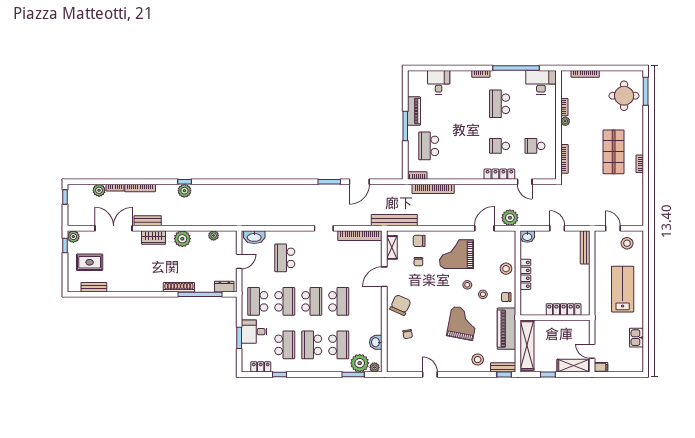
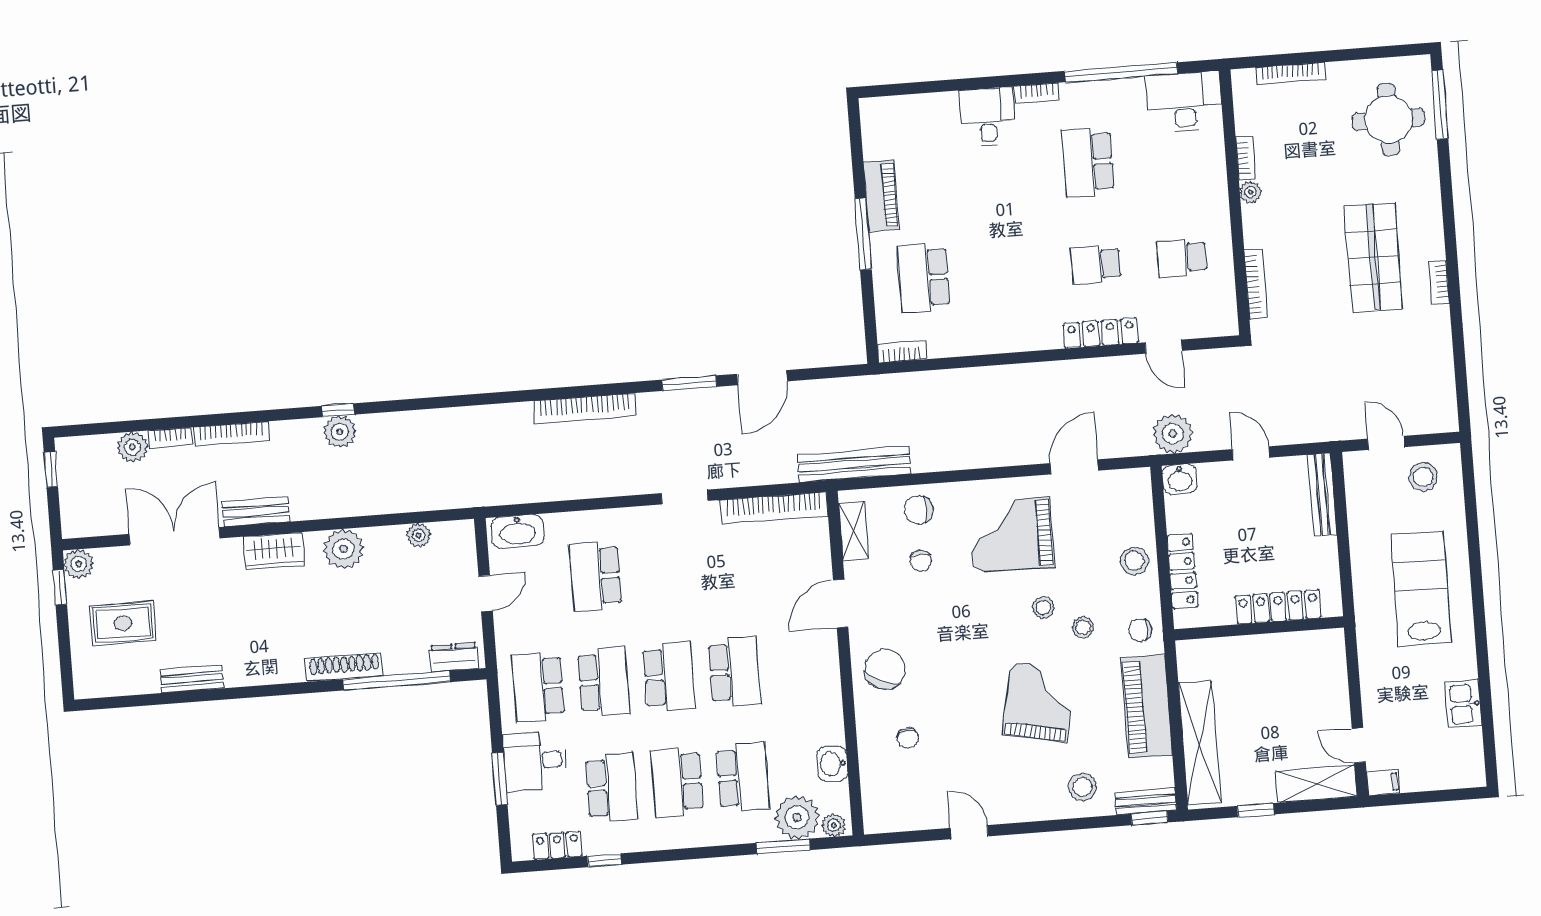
desk: (439, 82) -> (988, 117), moved
bookcase: (433, 189) -> (585, 409), moved
plant: (510, 218) -> (1173, 434), moved
bench: (94, 287) -> (192, 679), moved
locker: (564, 309) -> (1278, 607), moved
wall: (555, 318) -> (1259, 628), moved

